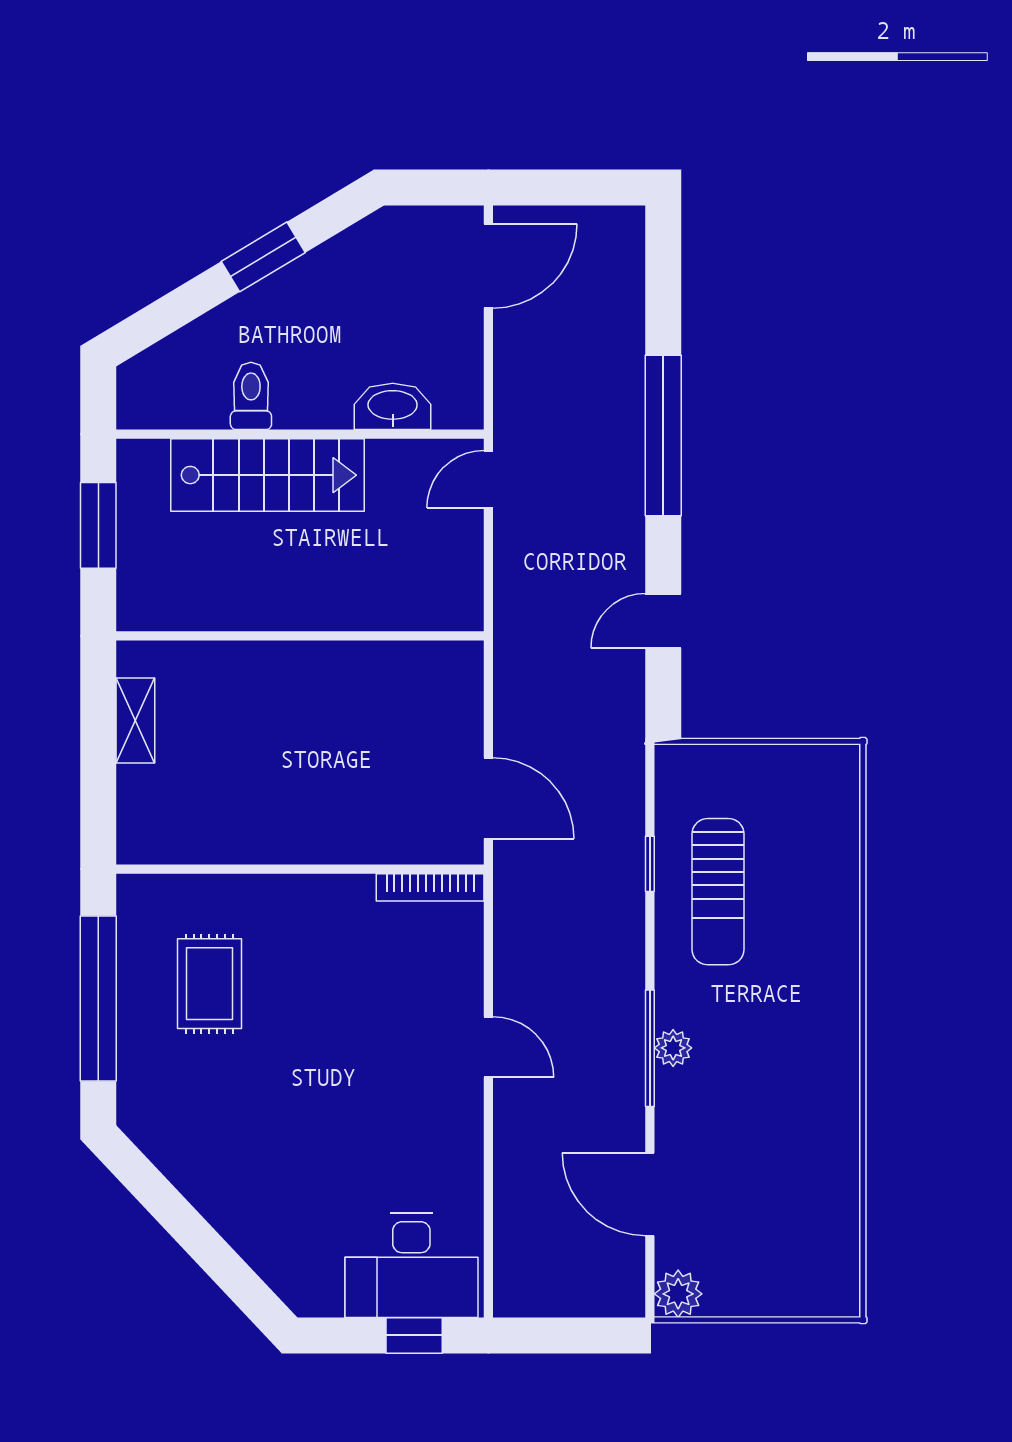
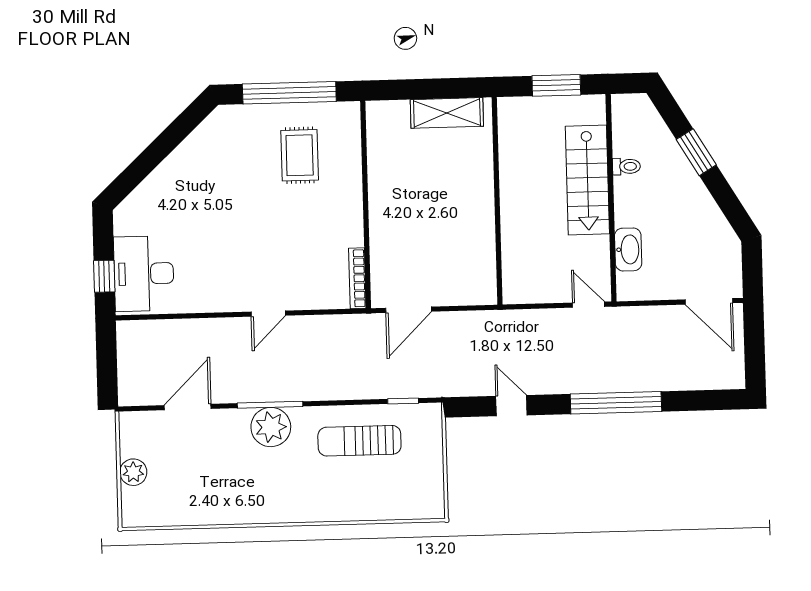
window: (263, 257) -> (696, 152), moved
toilet: (251, 396) -> (626, 166), width x0.73, depth x0.72
shelving: (135, 721) -> (447, 113), width x1.50, depth x1.33
window: (650, 864) -> (403, 401), moved
rug: (209, 984) -> (300, 155), turned 90
plant: (673, 1048) -> (271, 427), width x1.87, depth x1.87
plant: (678, 1294) -> (133, 472), moved

